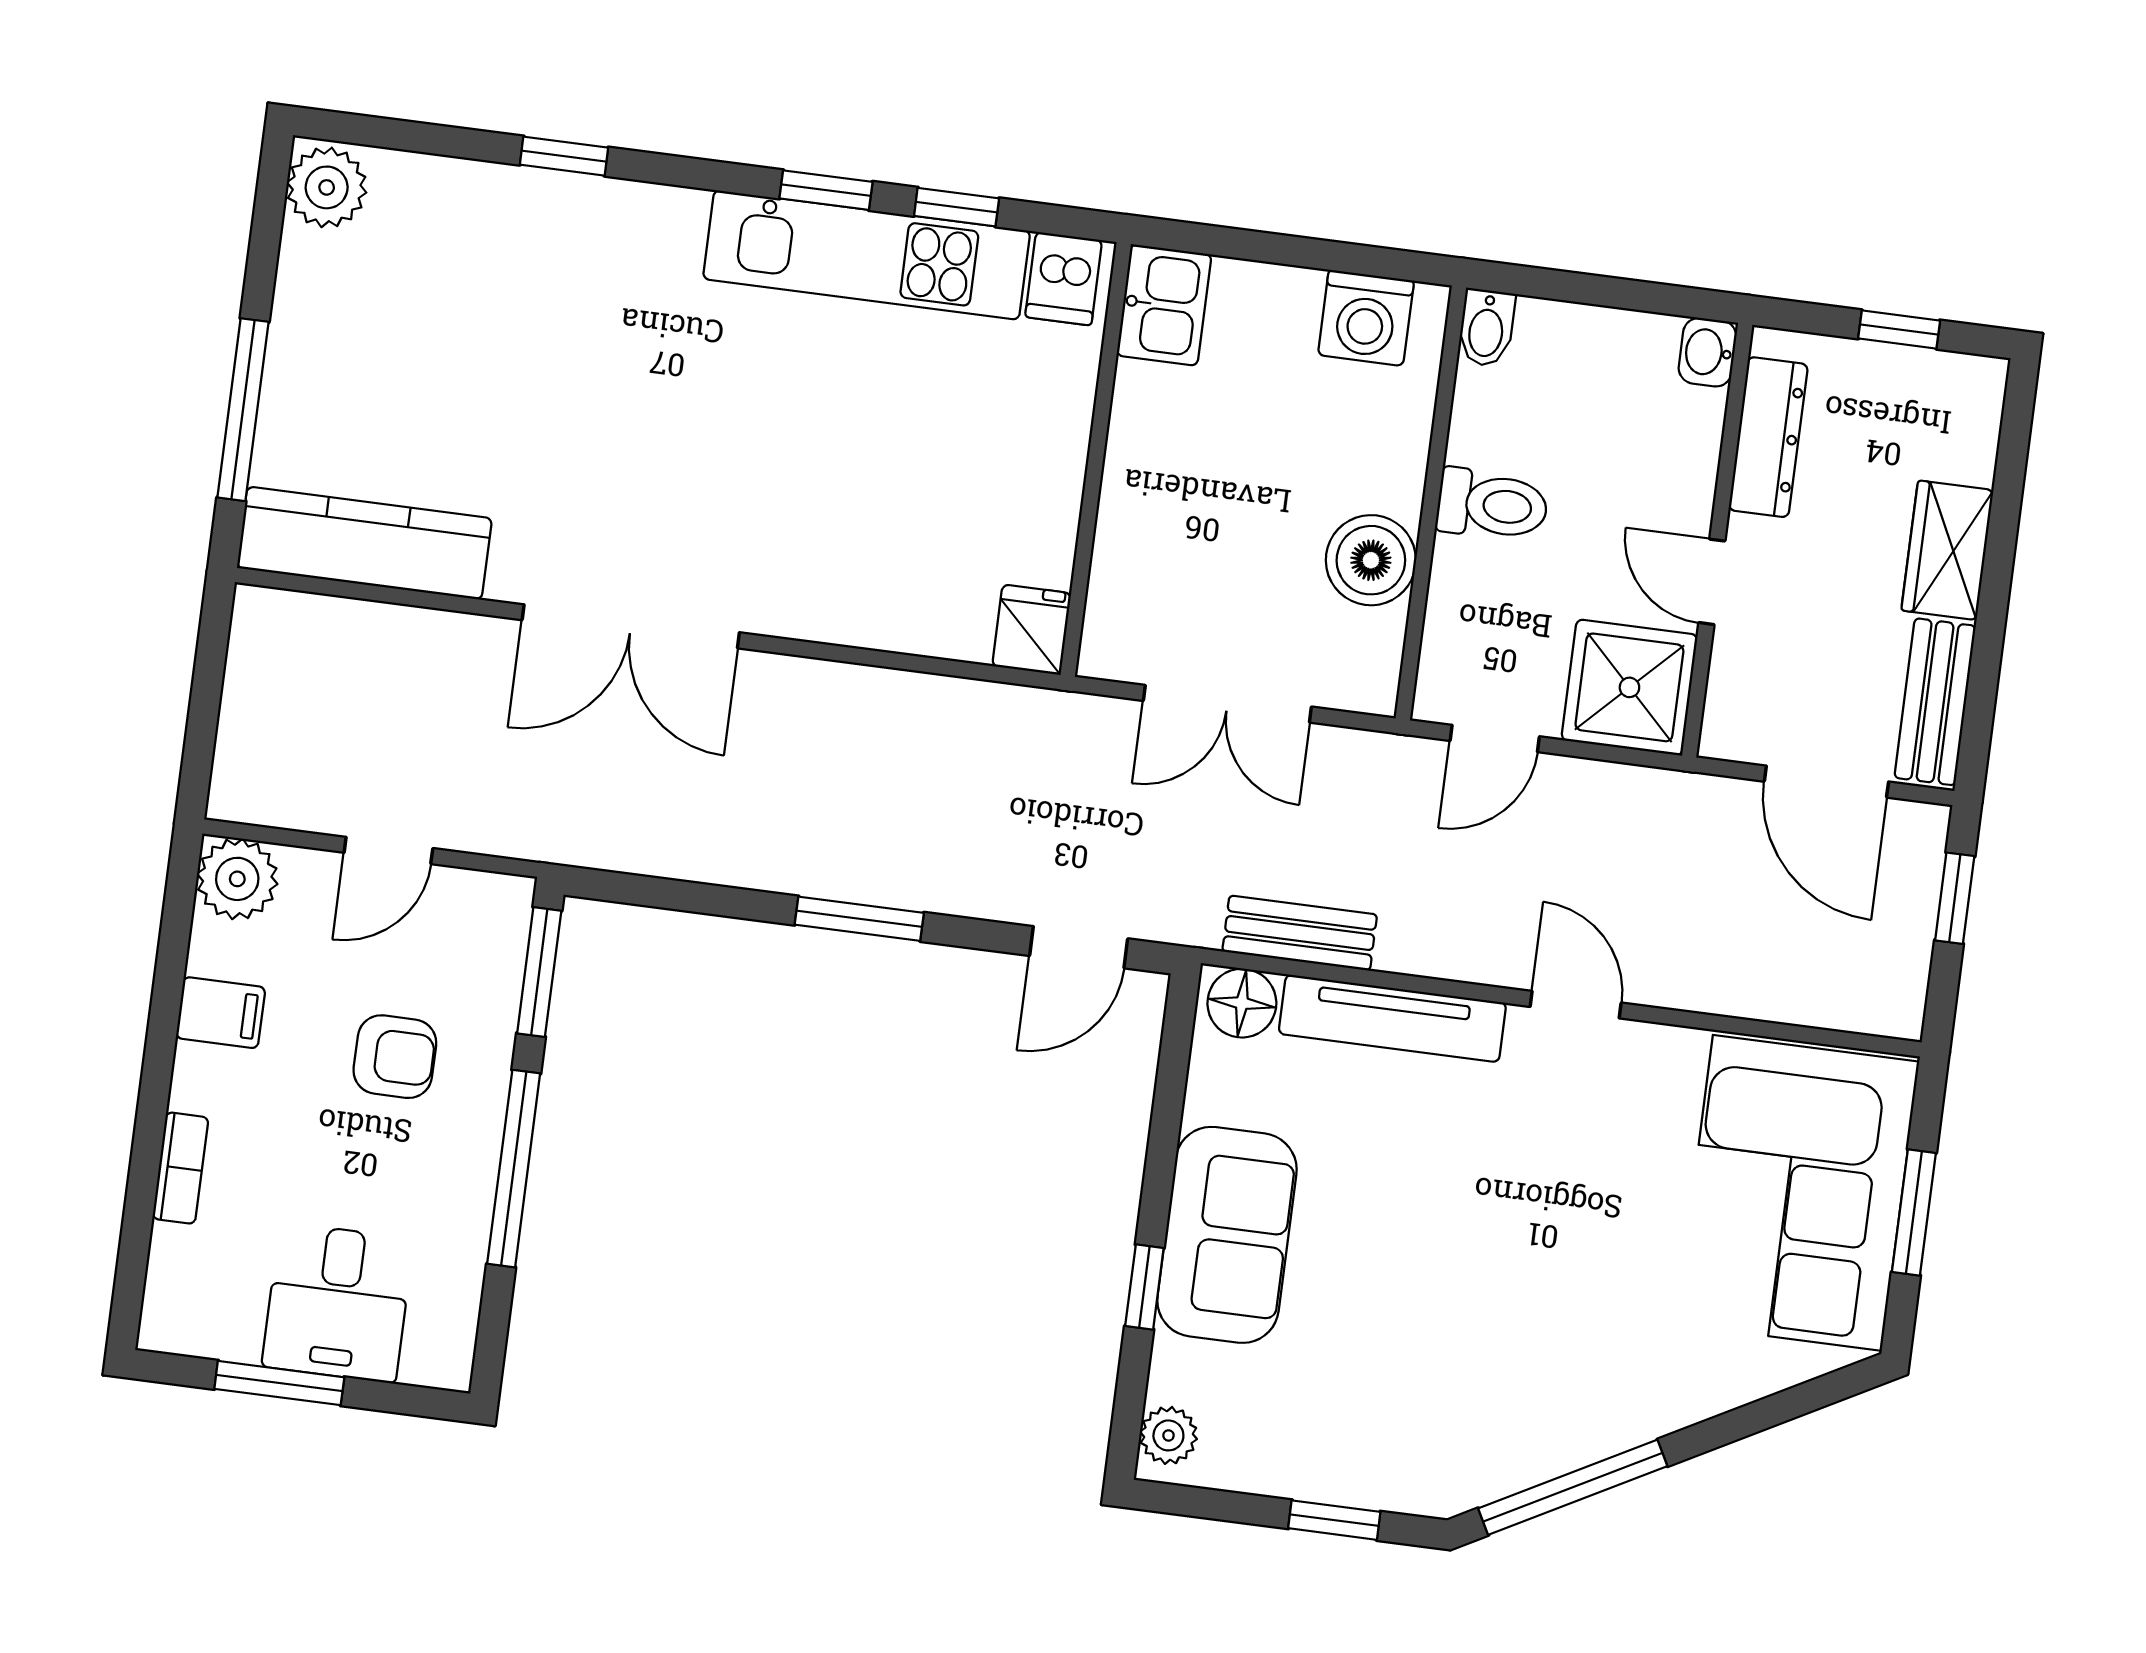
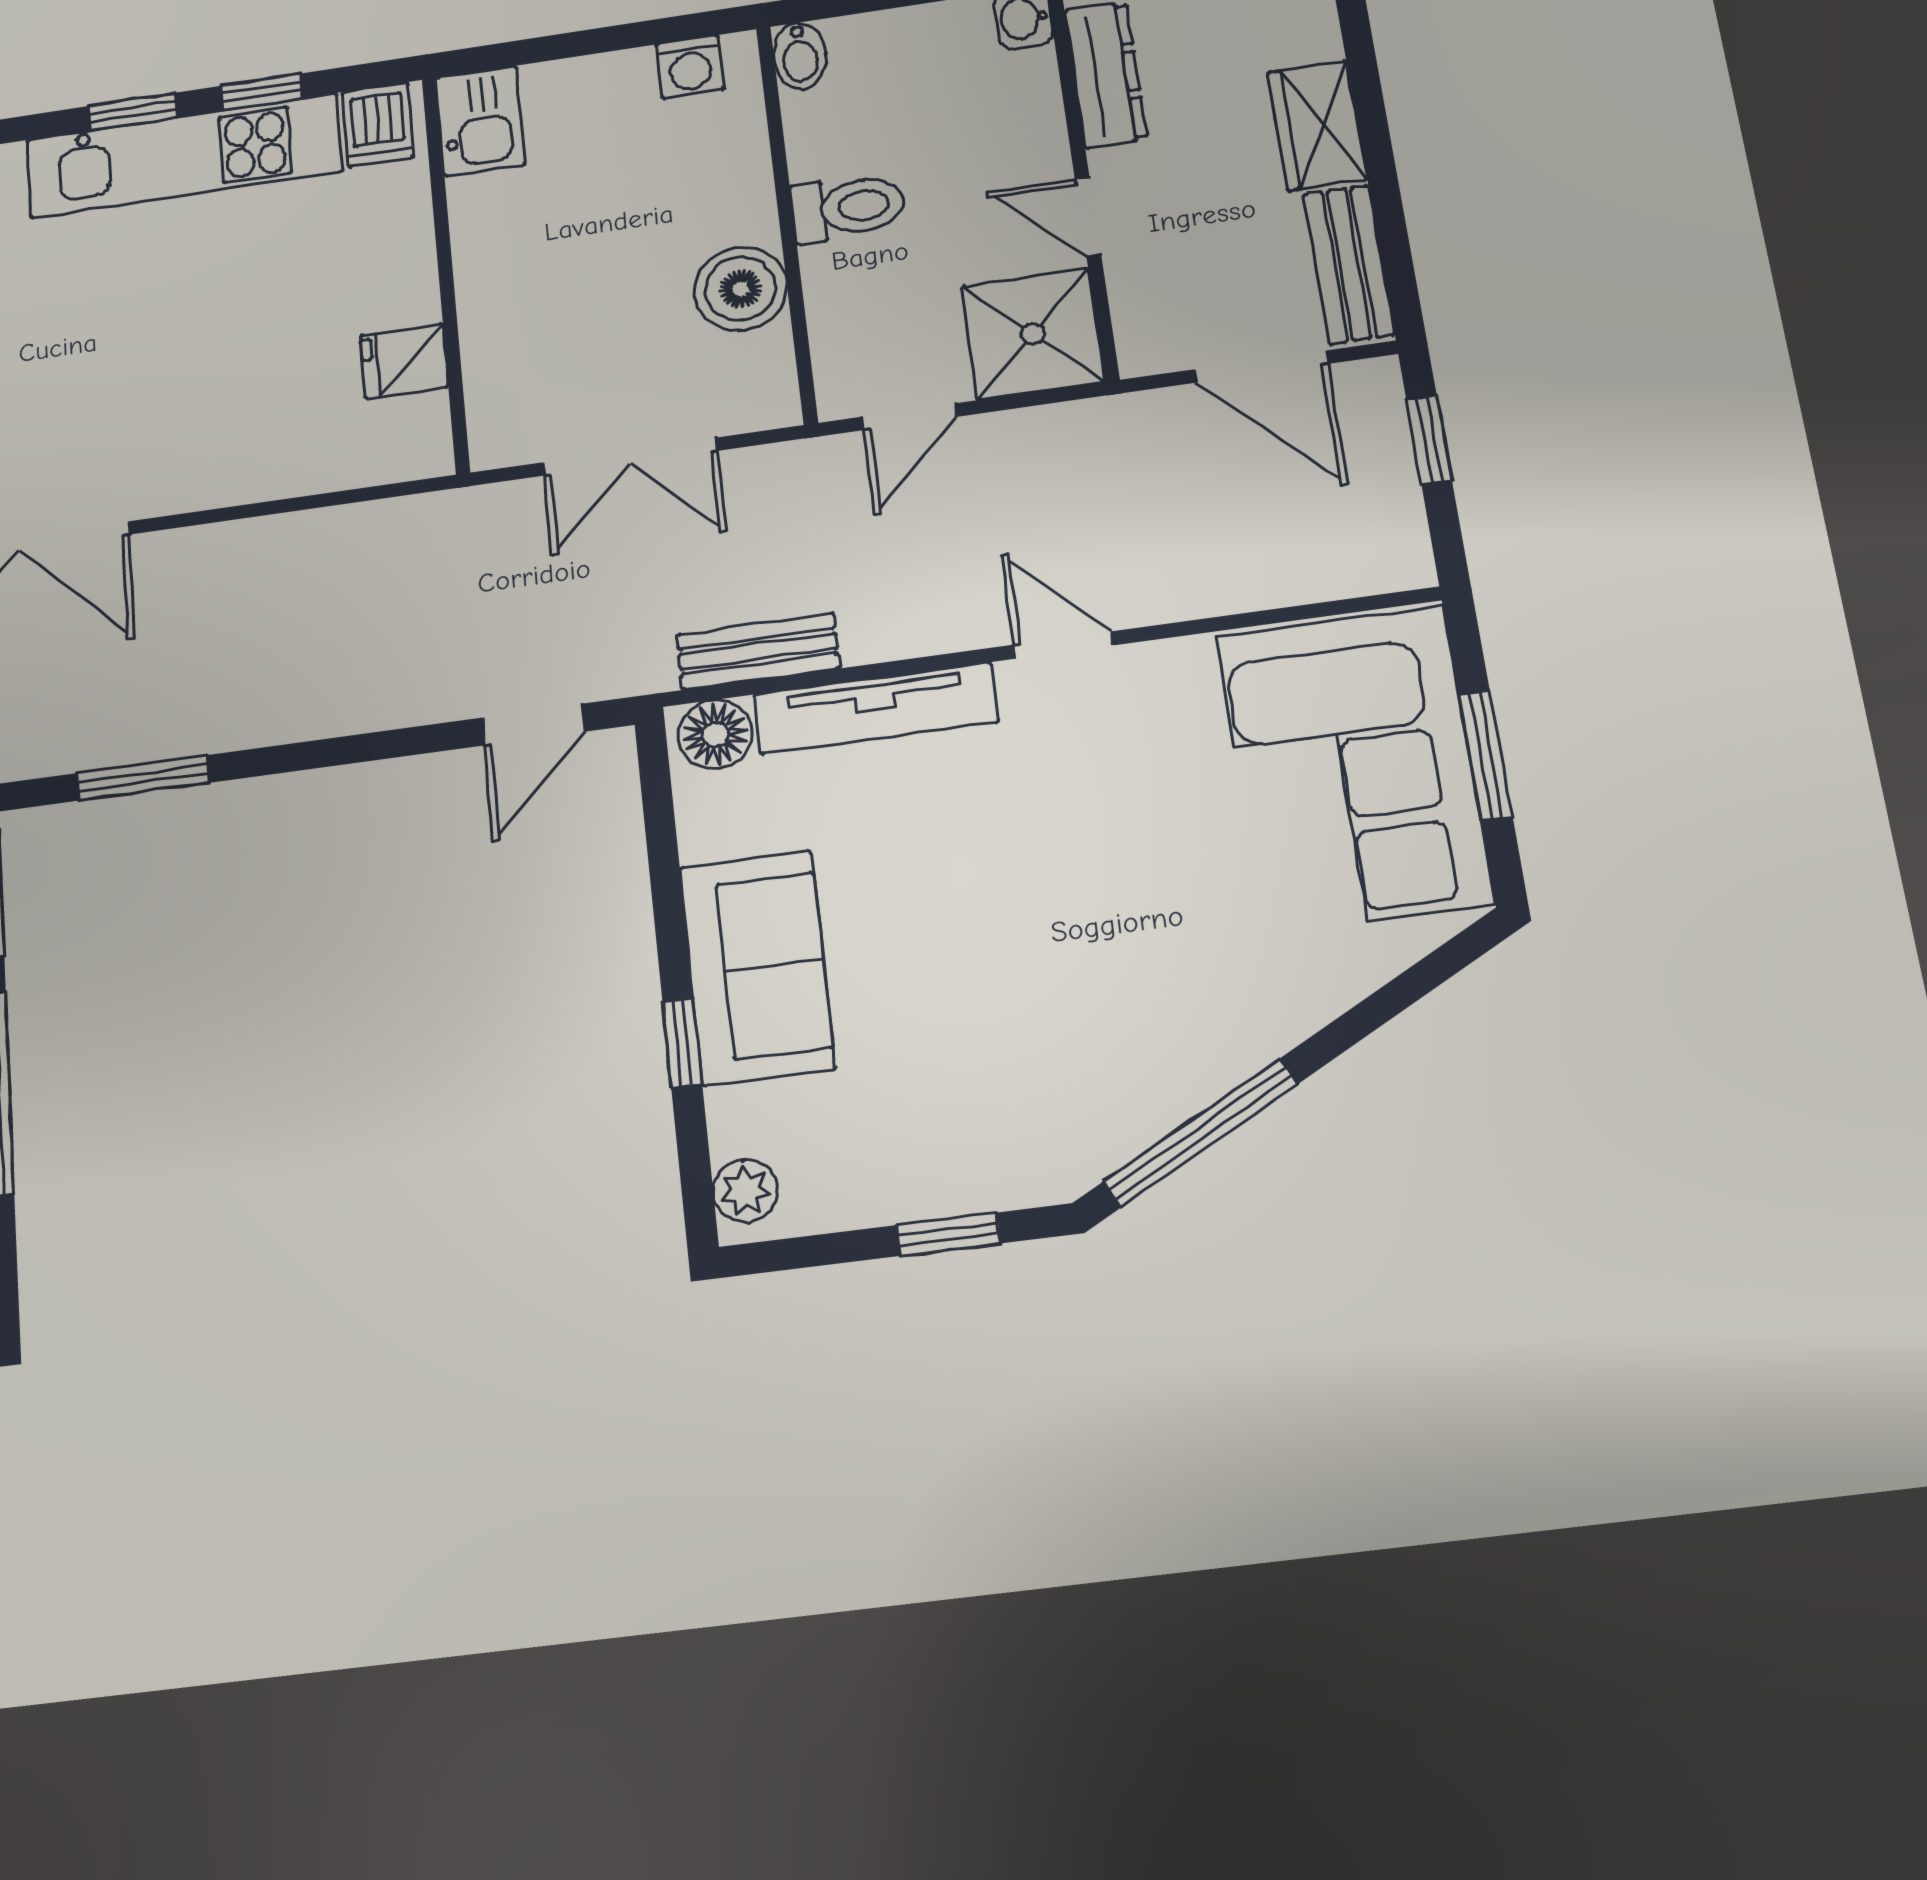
washing machine: (1366, 318) -> (690, 67), width x0.73, depth x0.73
fridge: (1032, 630) -> (404, 361), moved, turned -90
window: (859, 919) -> (143, 778), moved

